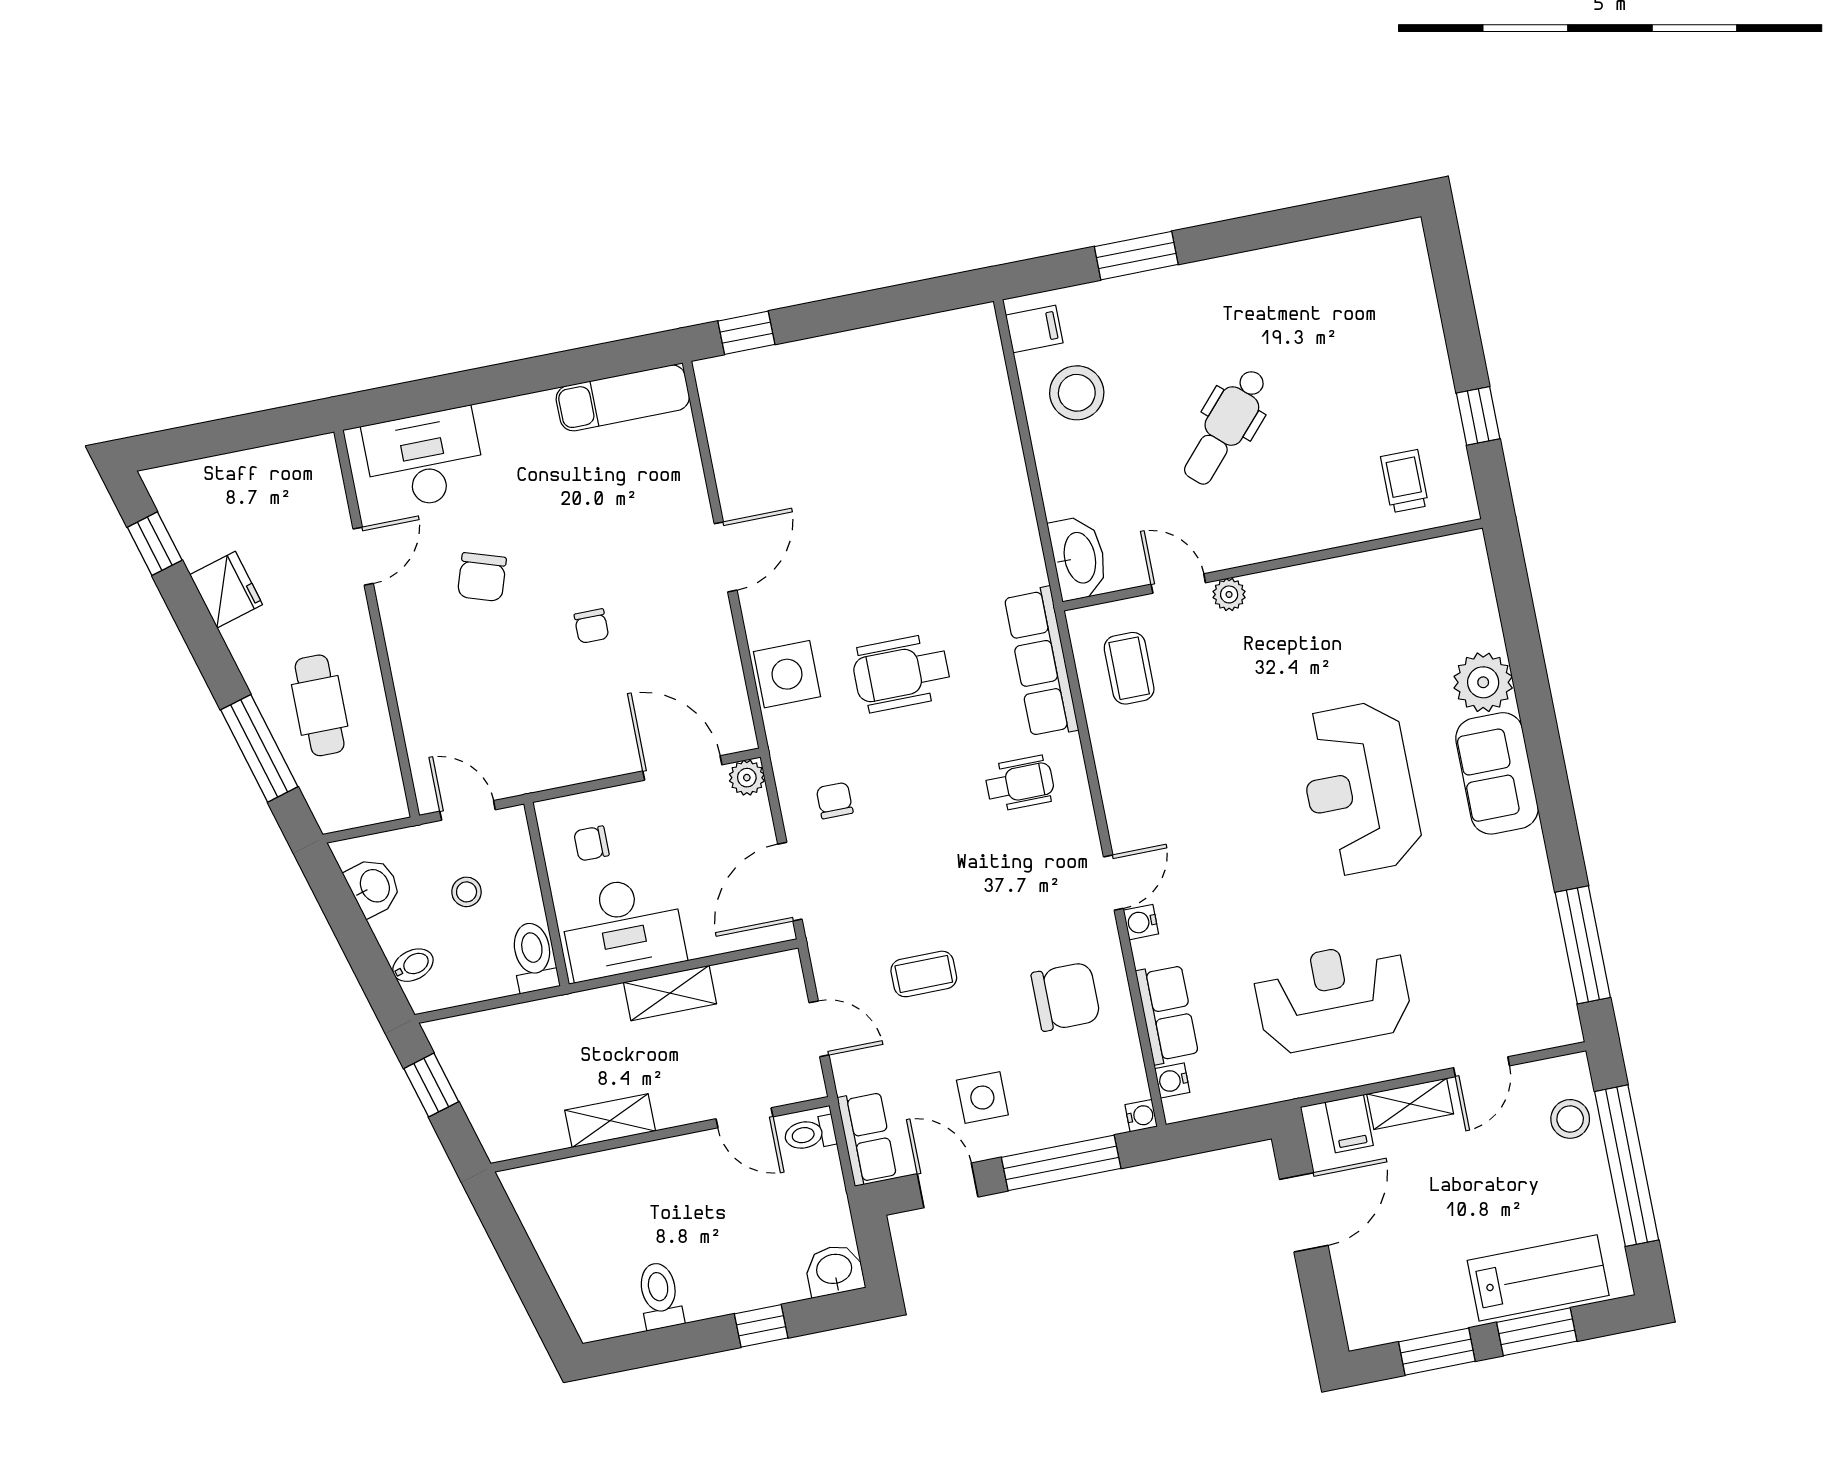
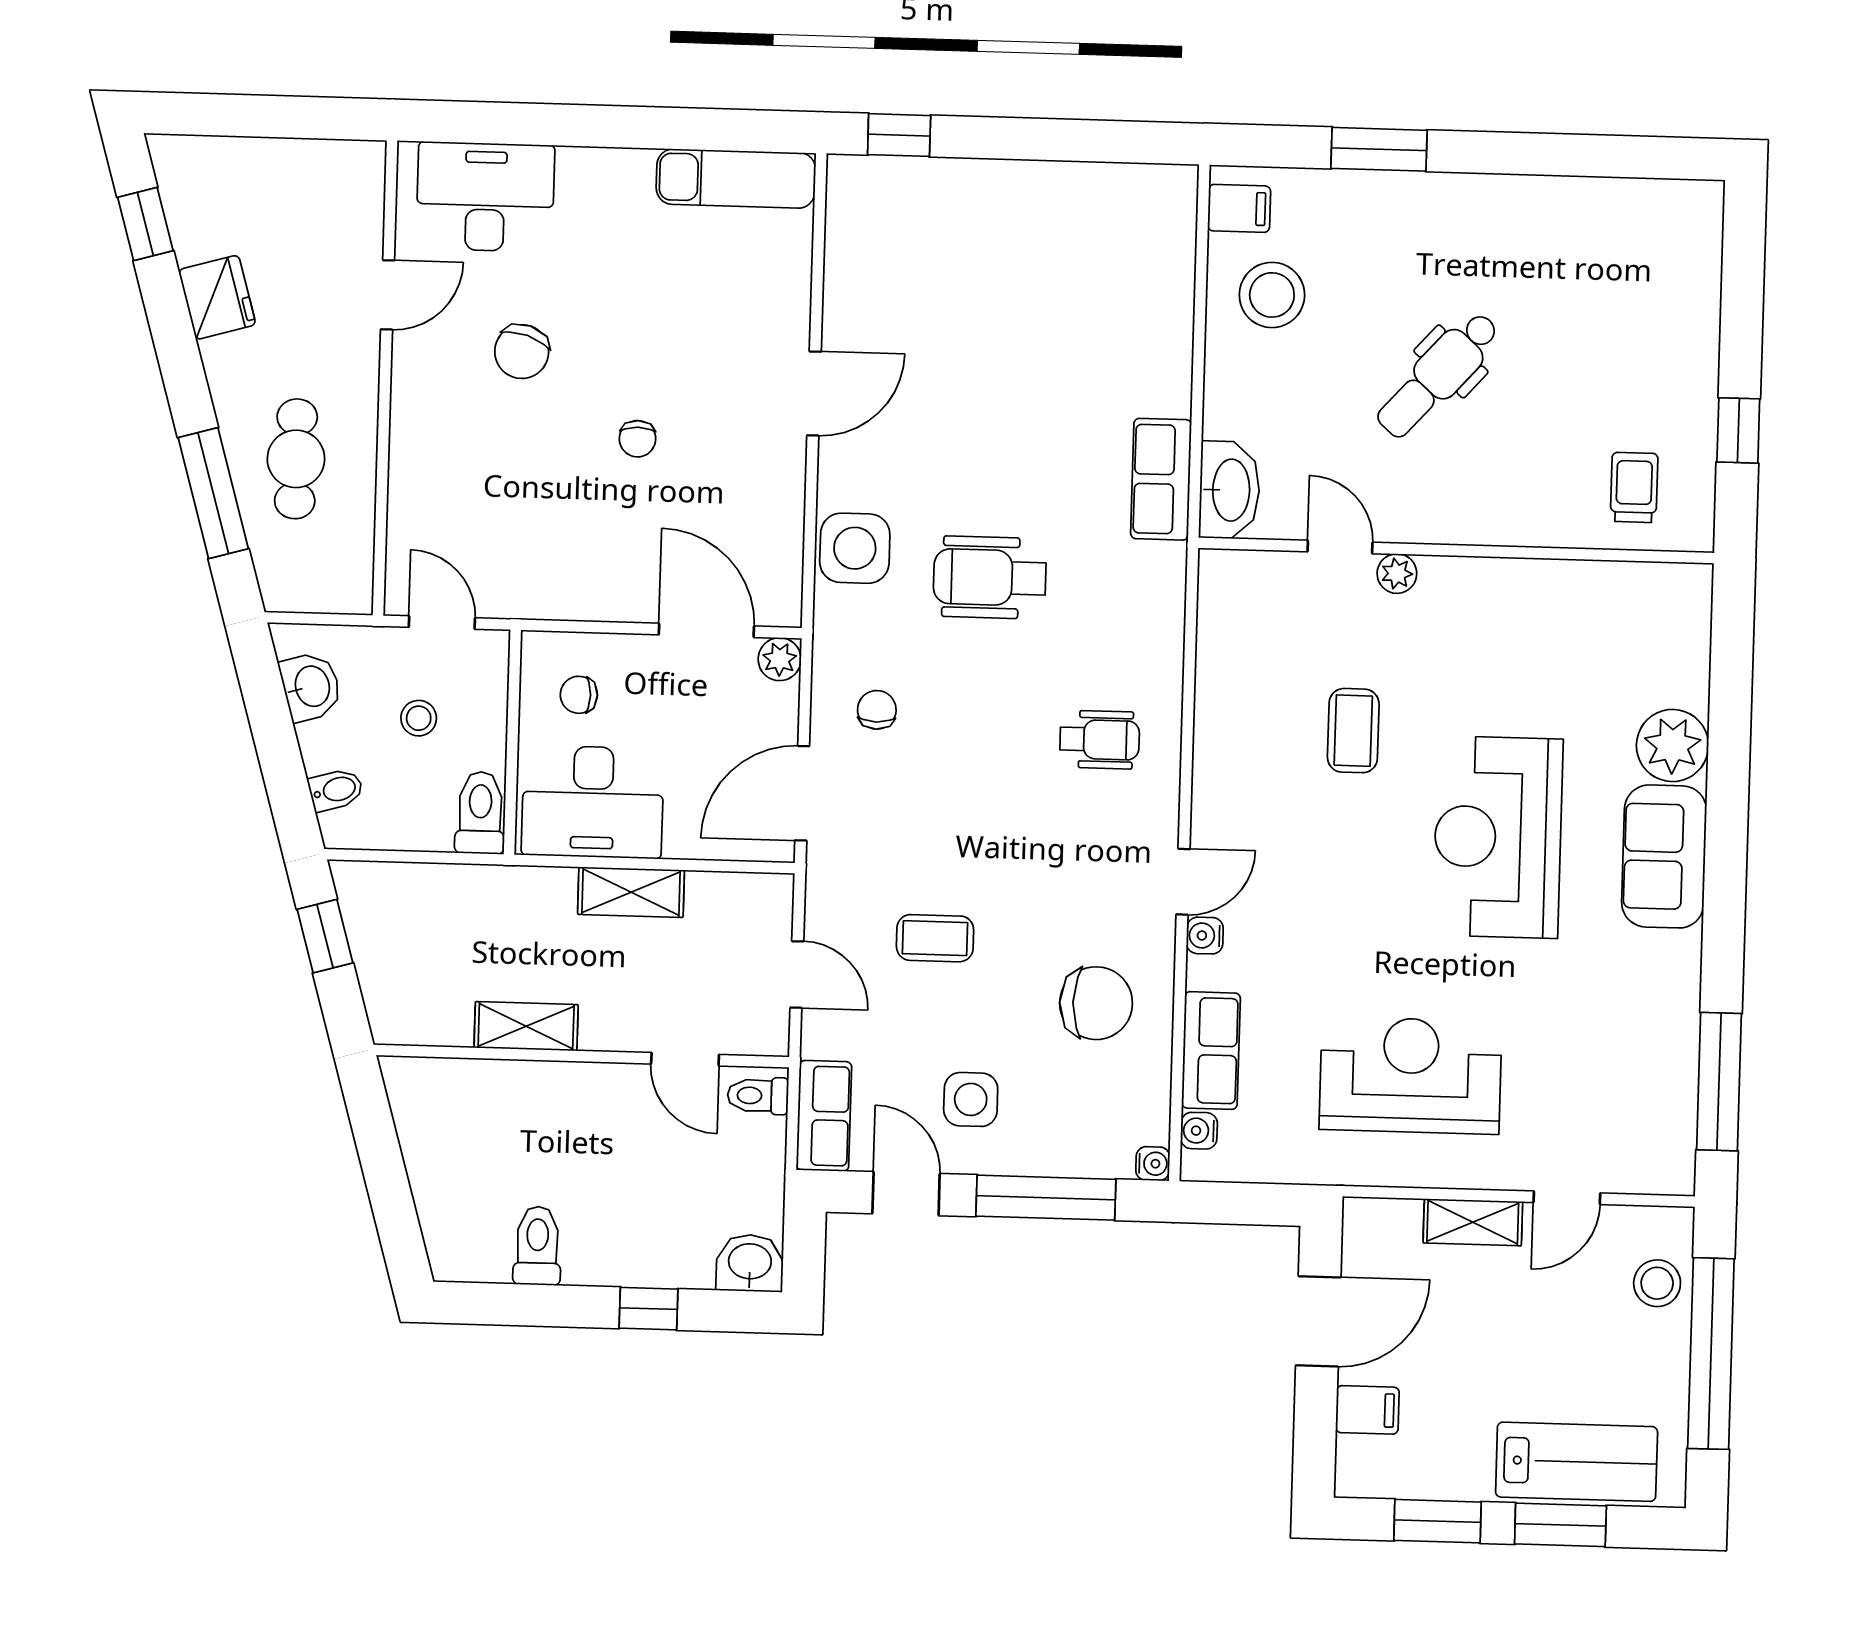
row of seats: (1041, 662) -> (1161, 479), moved, width x0.68
coffee table: (1129, 668) -> (1353, 731), moved
filing cabinet: (1349, 1124) -> (1367, 1410), moved, turned -90

